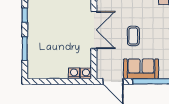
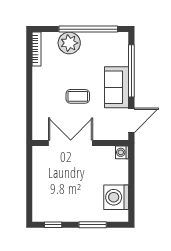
washing machine: (74, 73) -> (116, 197), moved, width x1.89, depth x1.89

